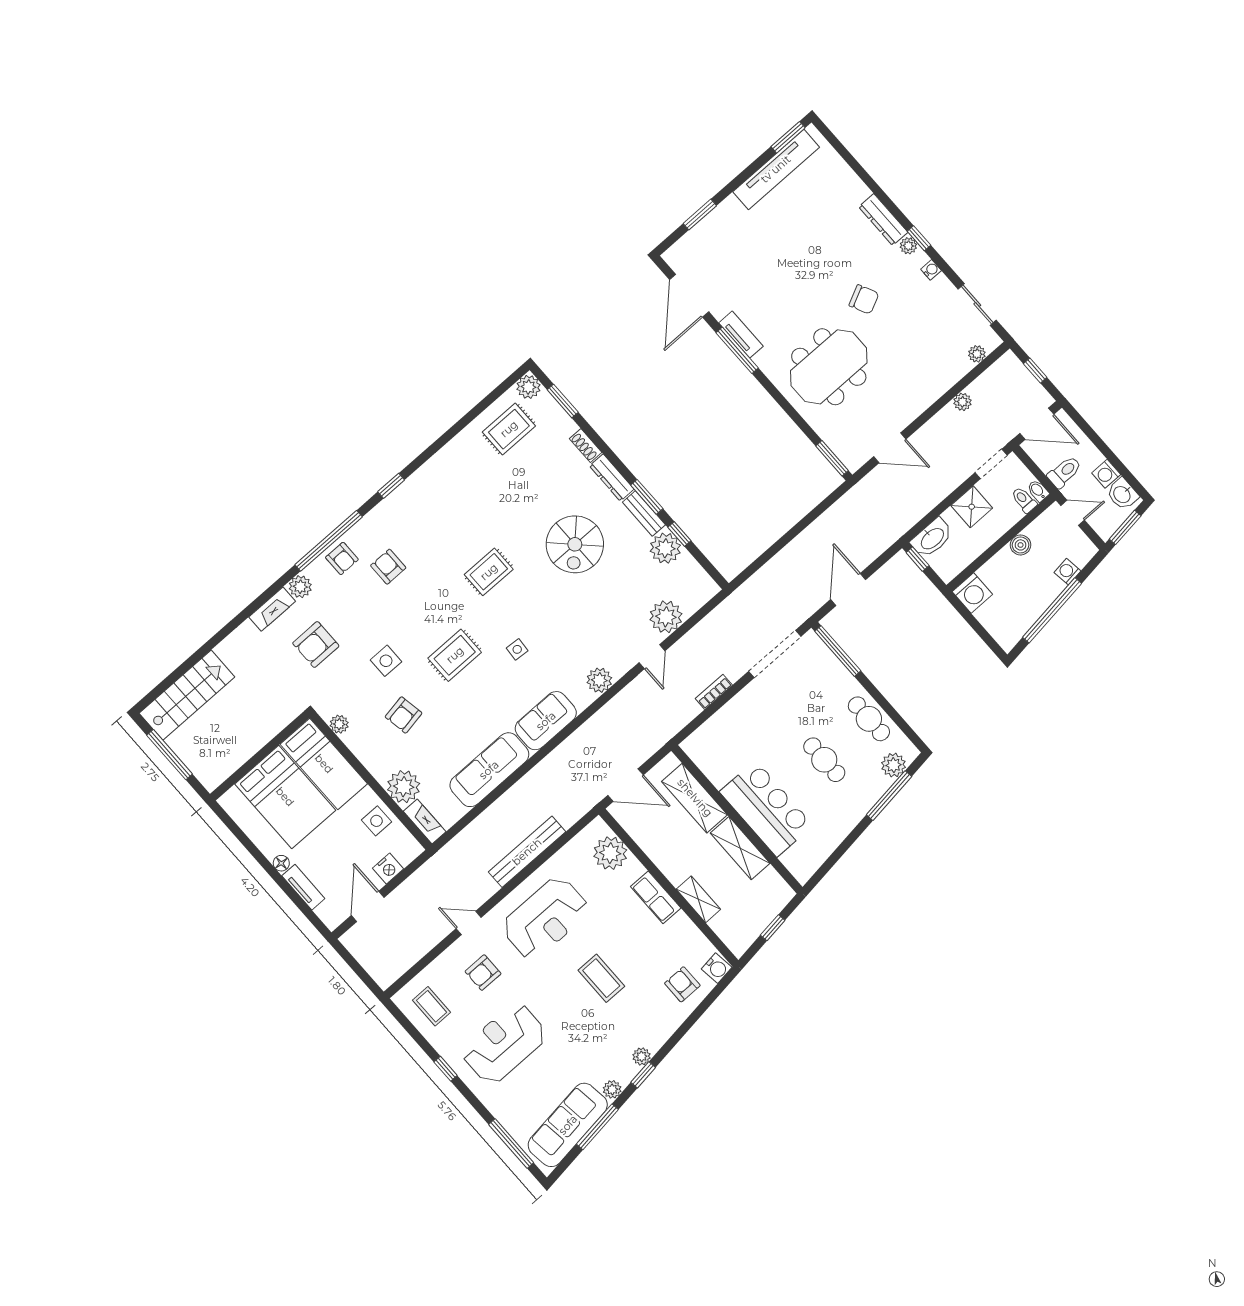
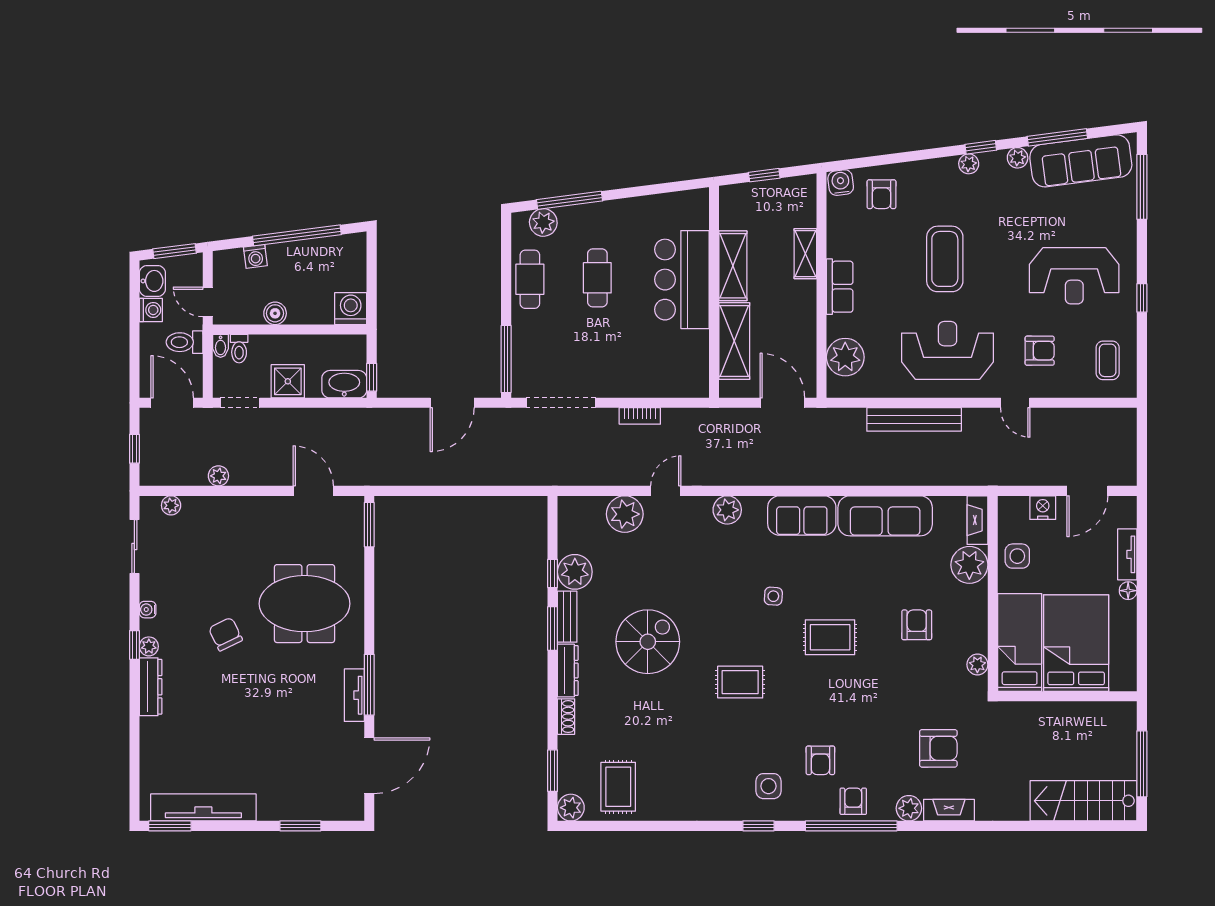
rug: (509, 429) -> (618, 787), turned 90
side table: (386, 661) -> (768, 786), moved
armchair: (404, 715) -> (917, 625), turned -80
coffee table: (601, 978) -> (945, 259), width x1.36, depth x1.32

